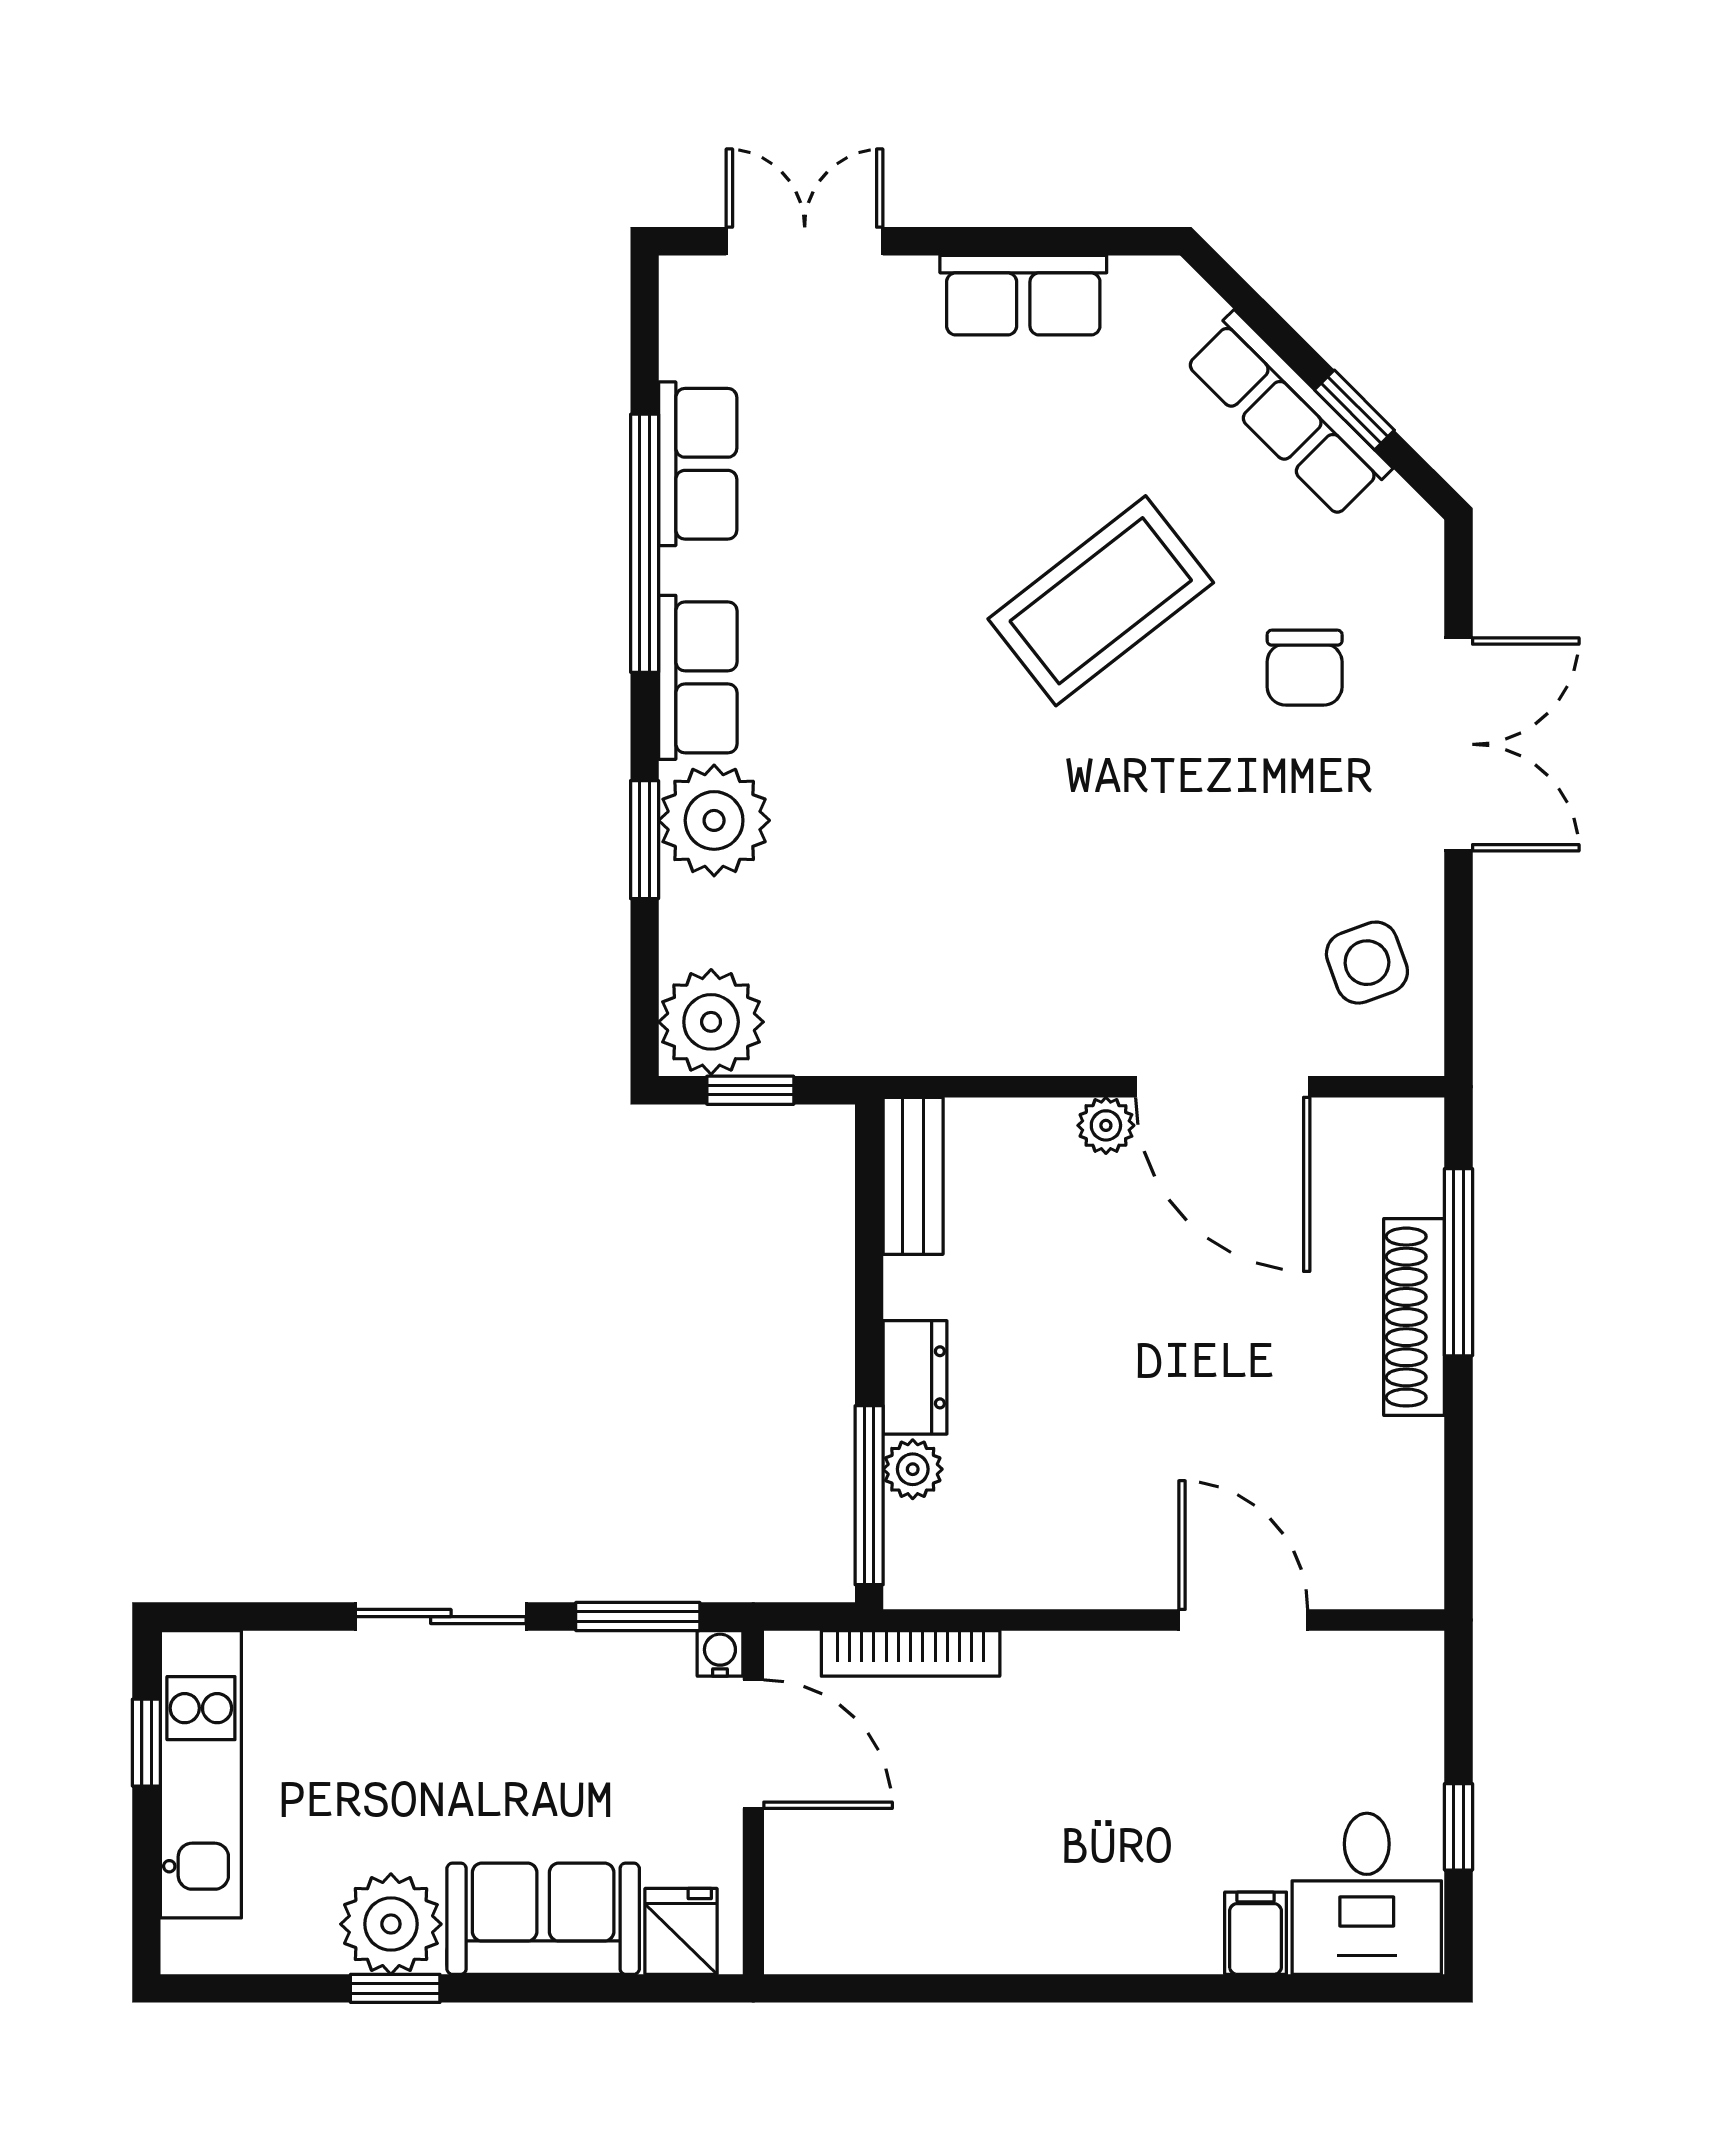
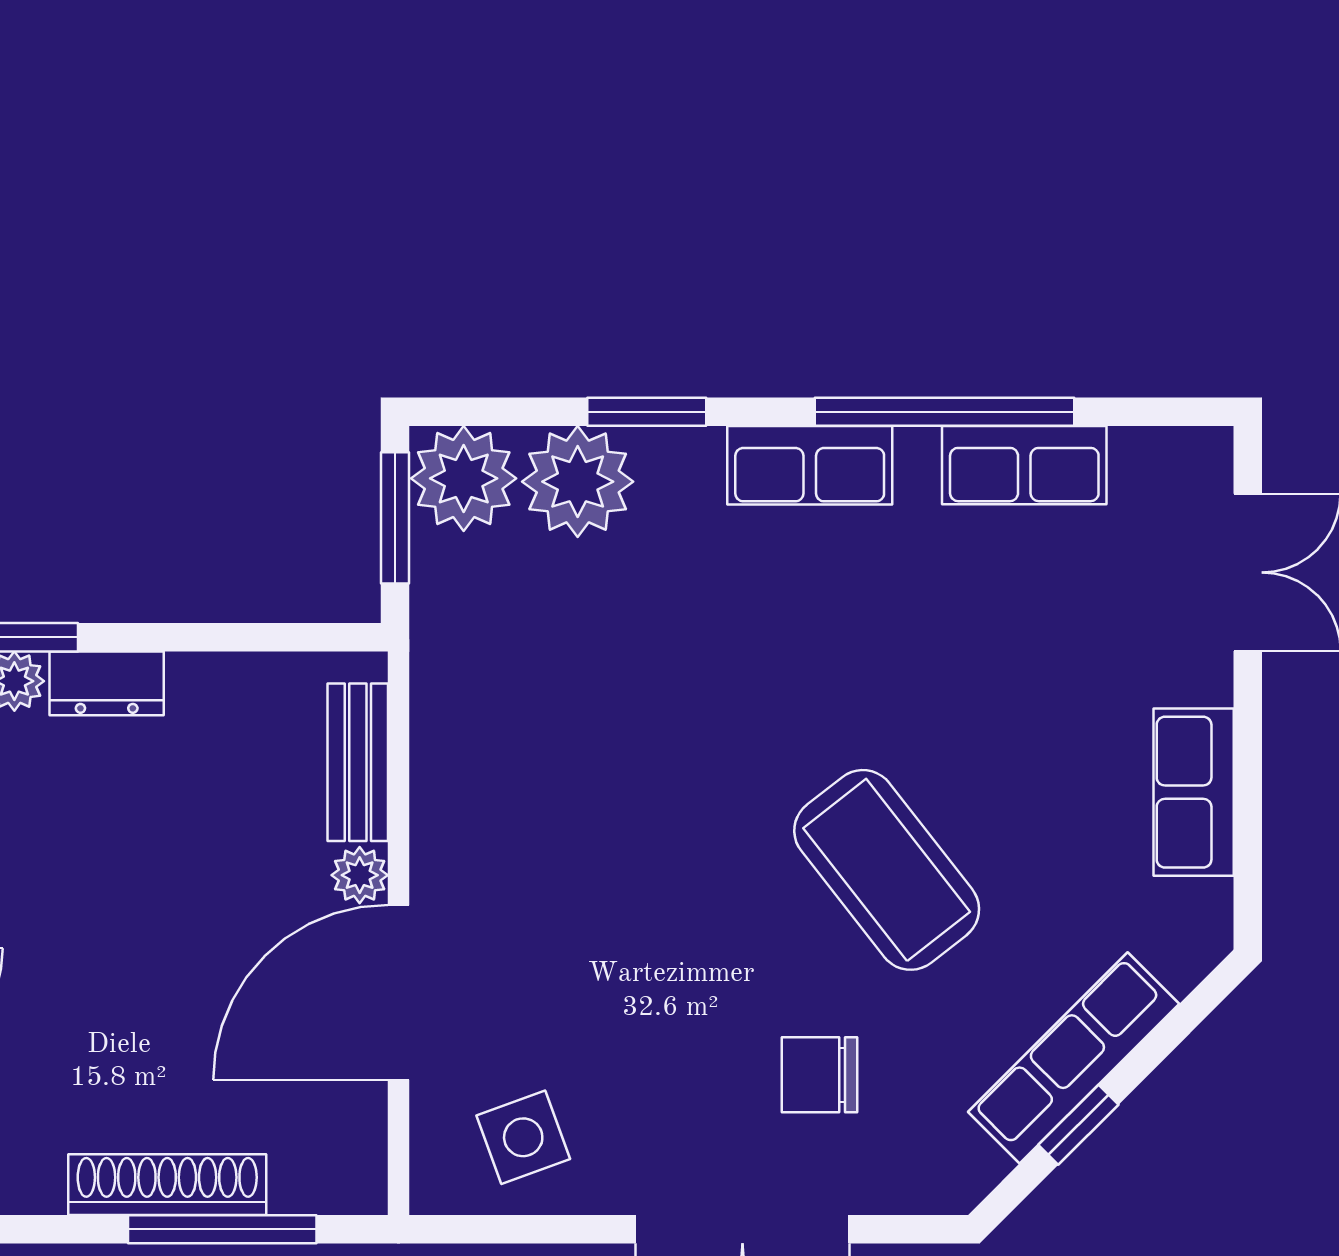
plant: (714, 820) -> (578, 482), moved
window: (750, 1090) -> (395, 518), width x1.50
bench: (913, 1176) -> (358, 762), moved, turned 90

